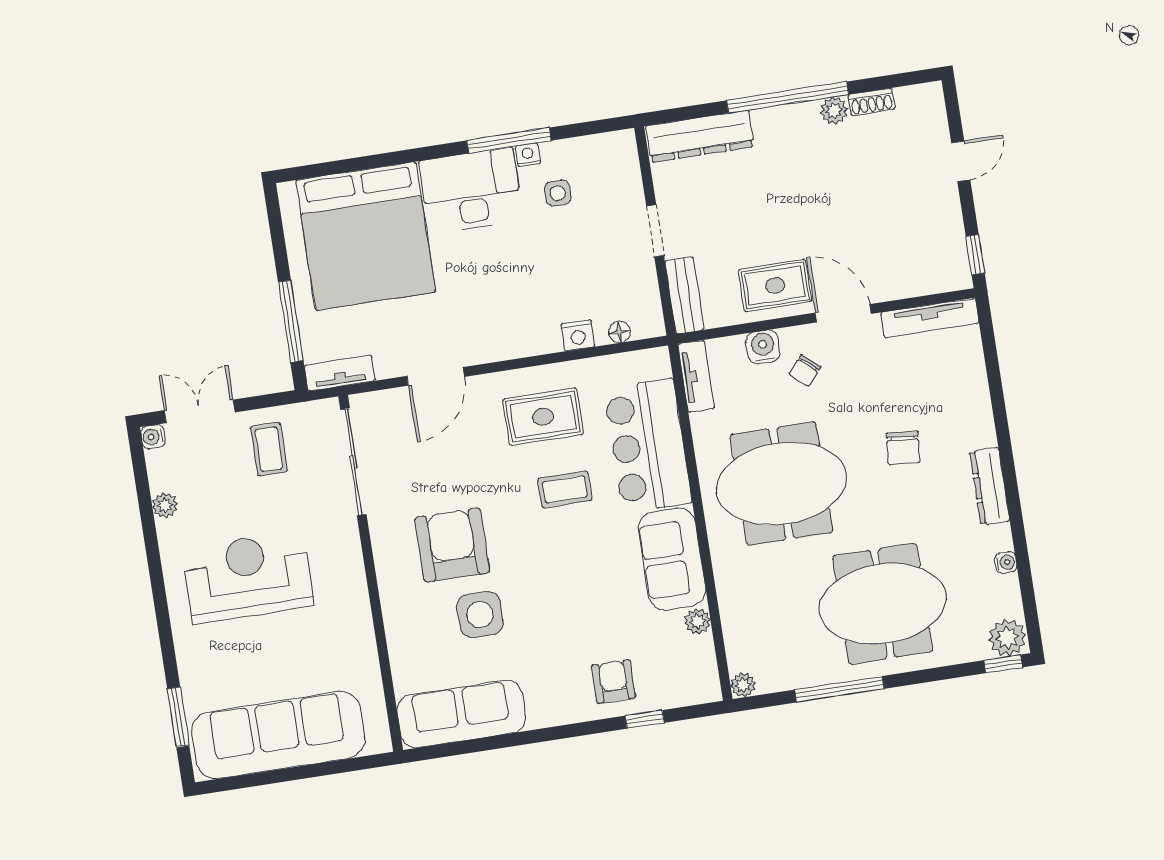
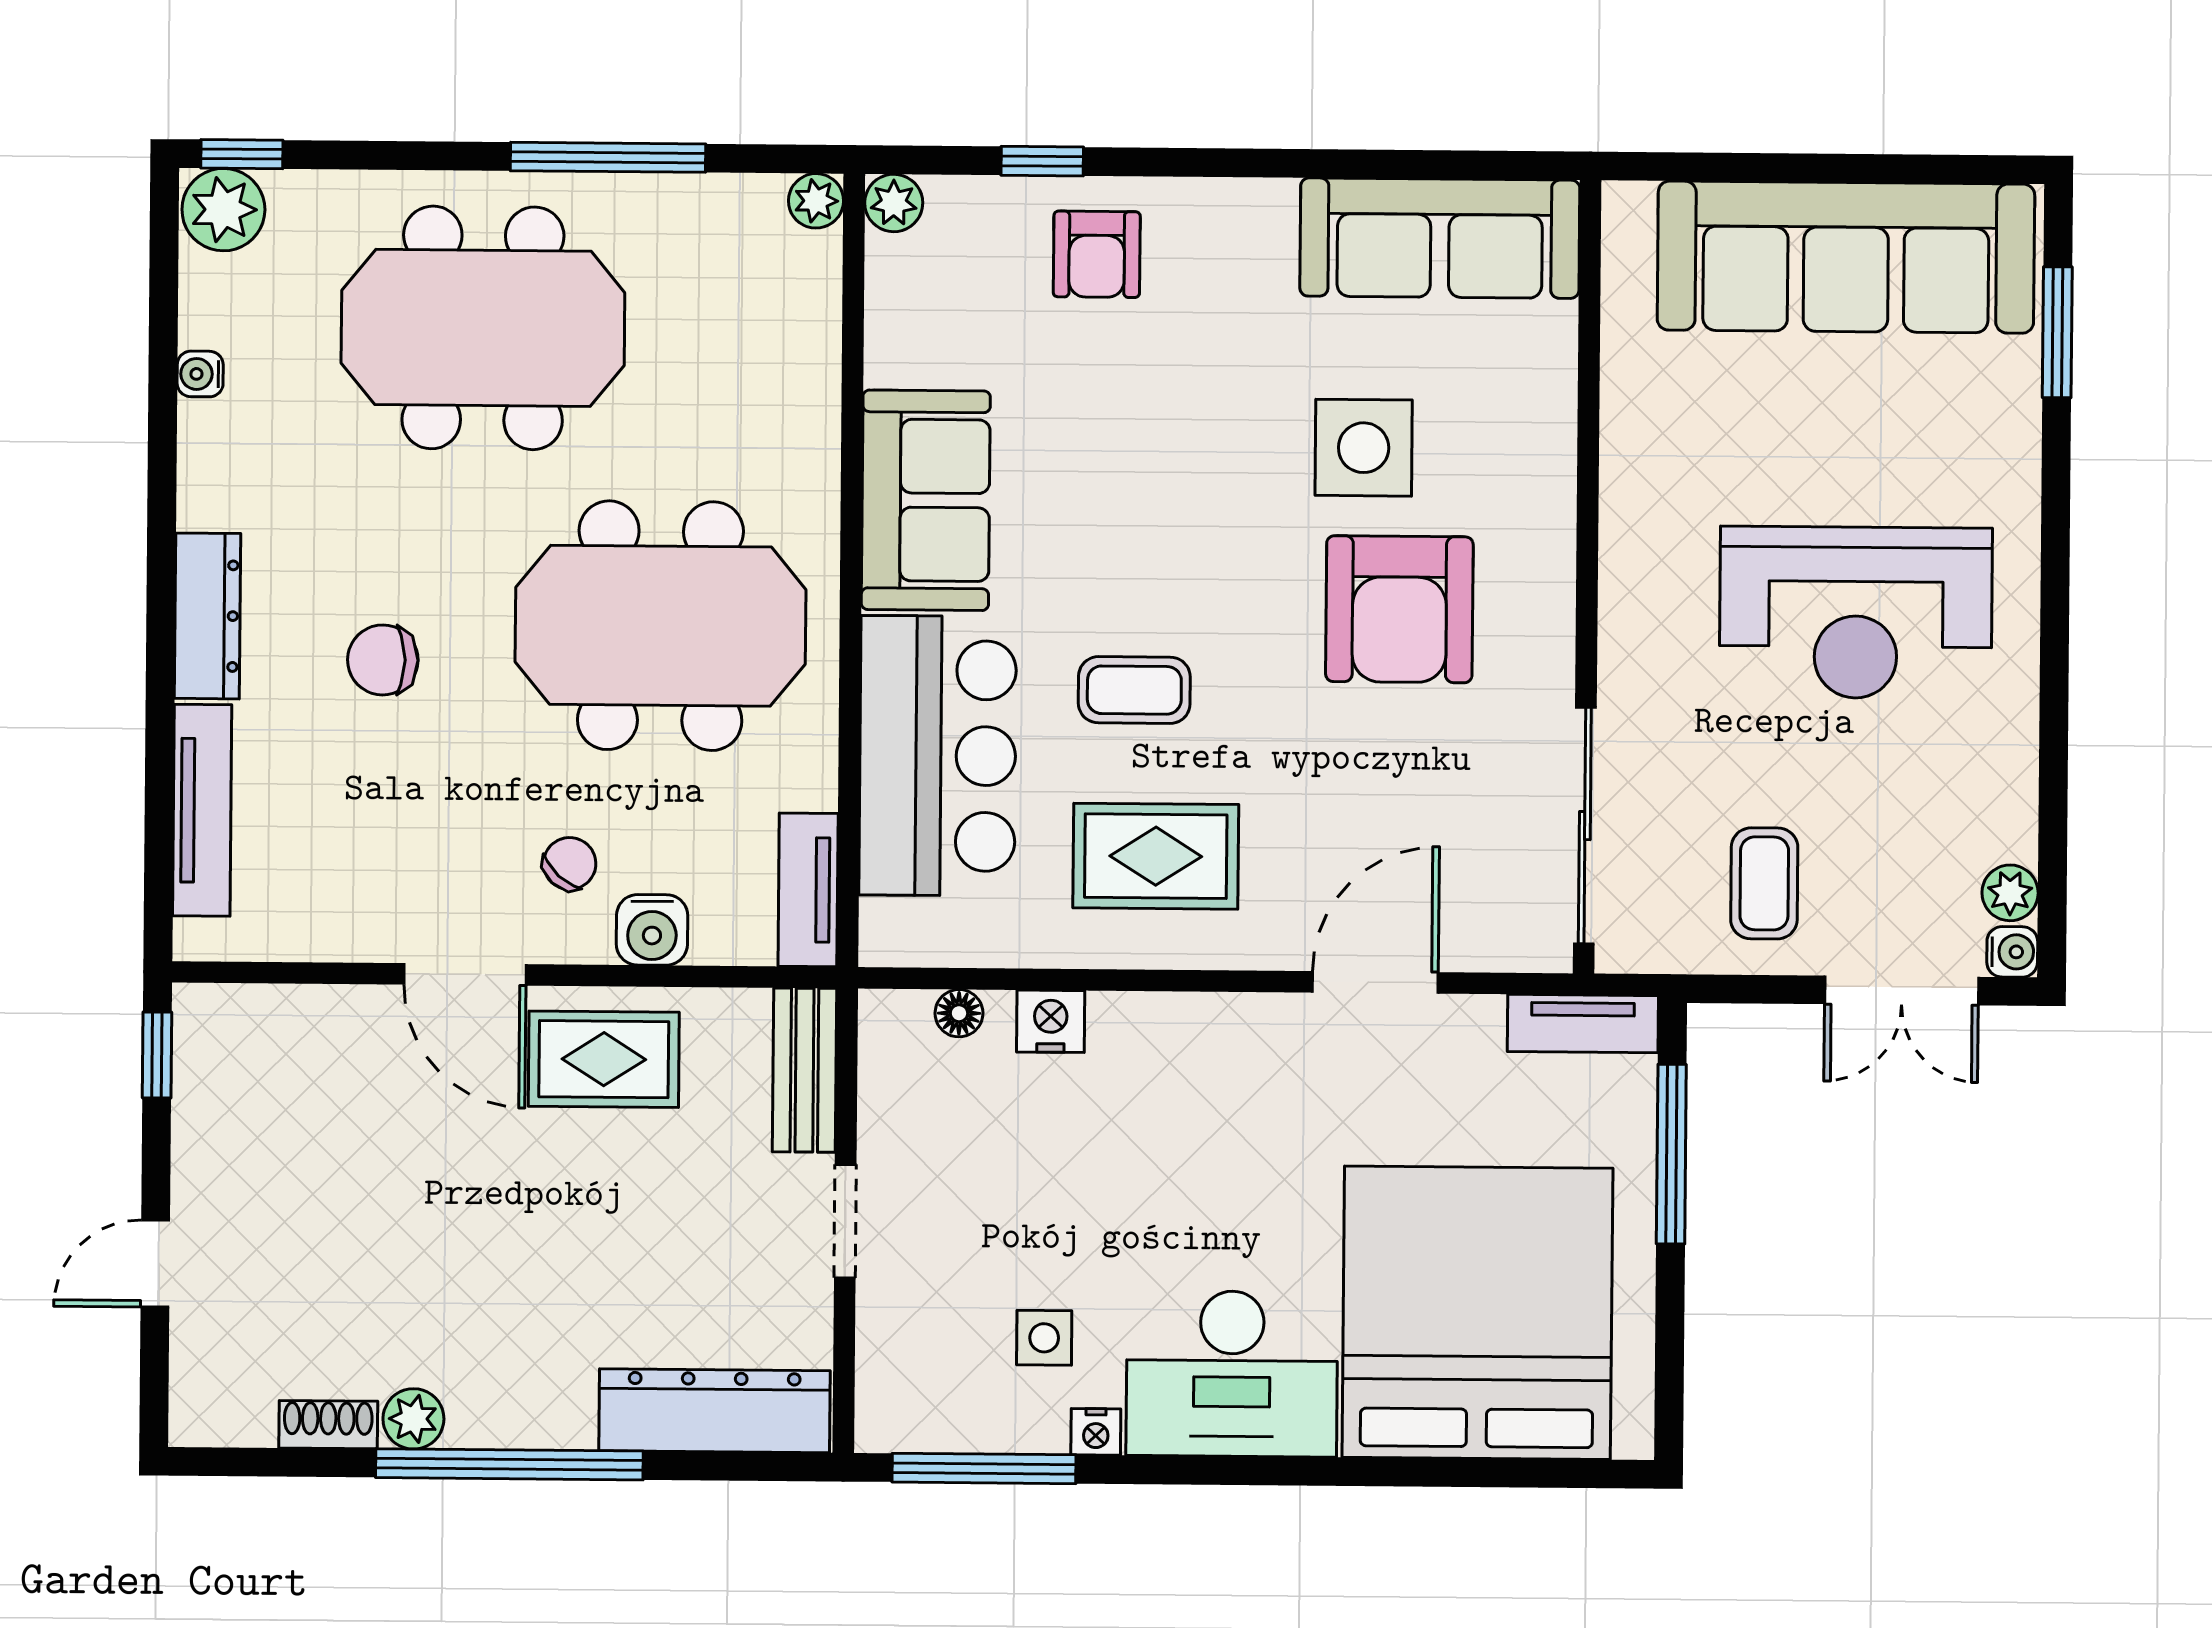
window: (509, 141) -> (984, 1468), moved
tv unit: (930, 318) -> (202, 810), moved, turned 90
chair: (903, 448) -> (383, 660), turned -95
dresser: (990, 486) -> (208, 616), moved
plant: (165, 505) -> (2010, 893), moved
plant: (698, 621) -> (894, 203), moved

